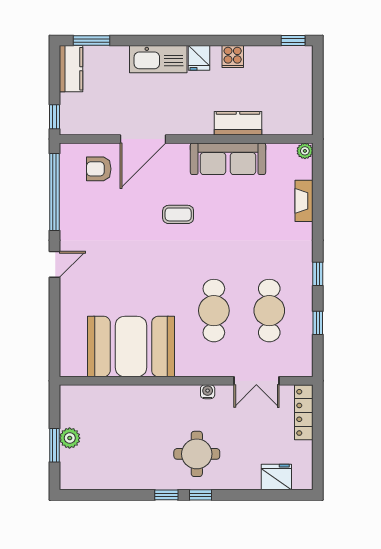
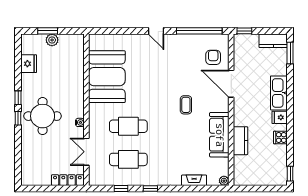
round table: (197, 454) -> (43, 116), width x1.36, depth x1.36
fridge: (276, 477) -> (29, 64), moved

